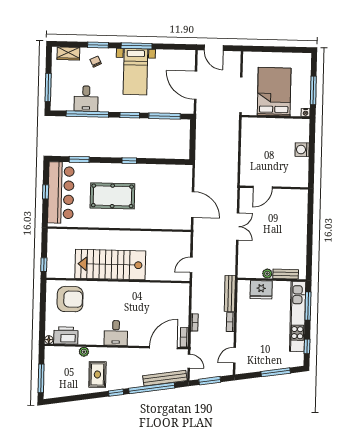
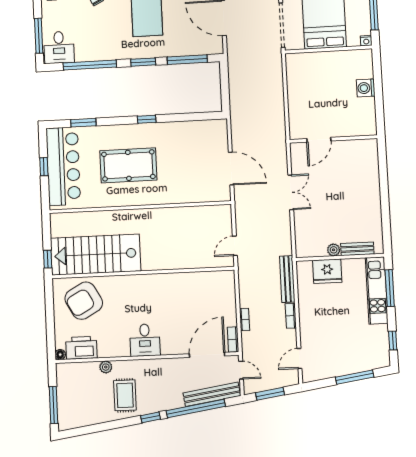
desk: (86, 99) -> (59, 47), moved
stairs: (110, 265) -> (95, 255), moved
armchair: (70, 299) -> (84, 301), turned 151
kitchen unit: (298, 317) -> (377, 290), width x0.73

